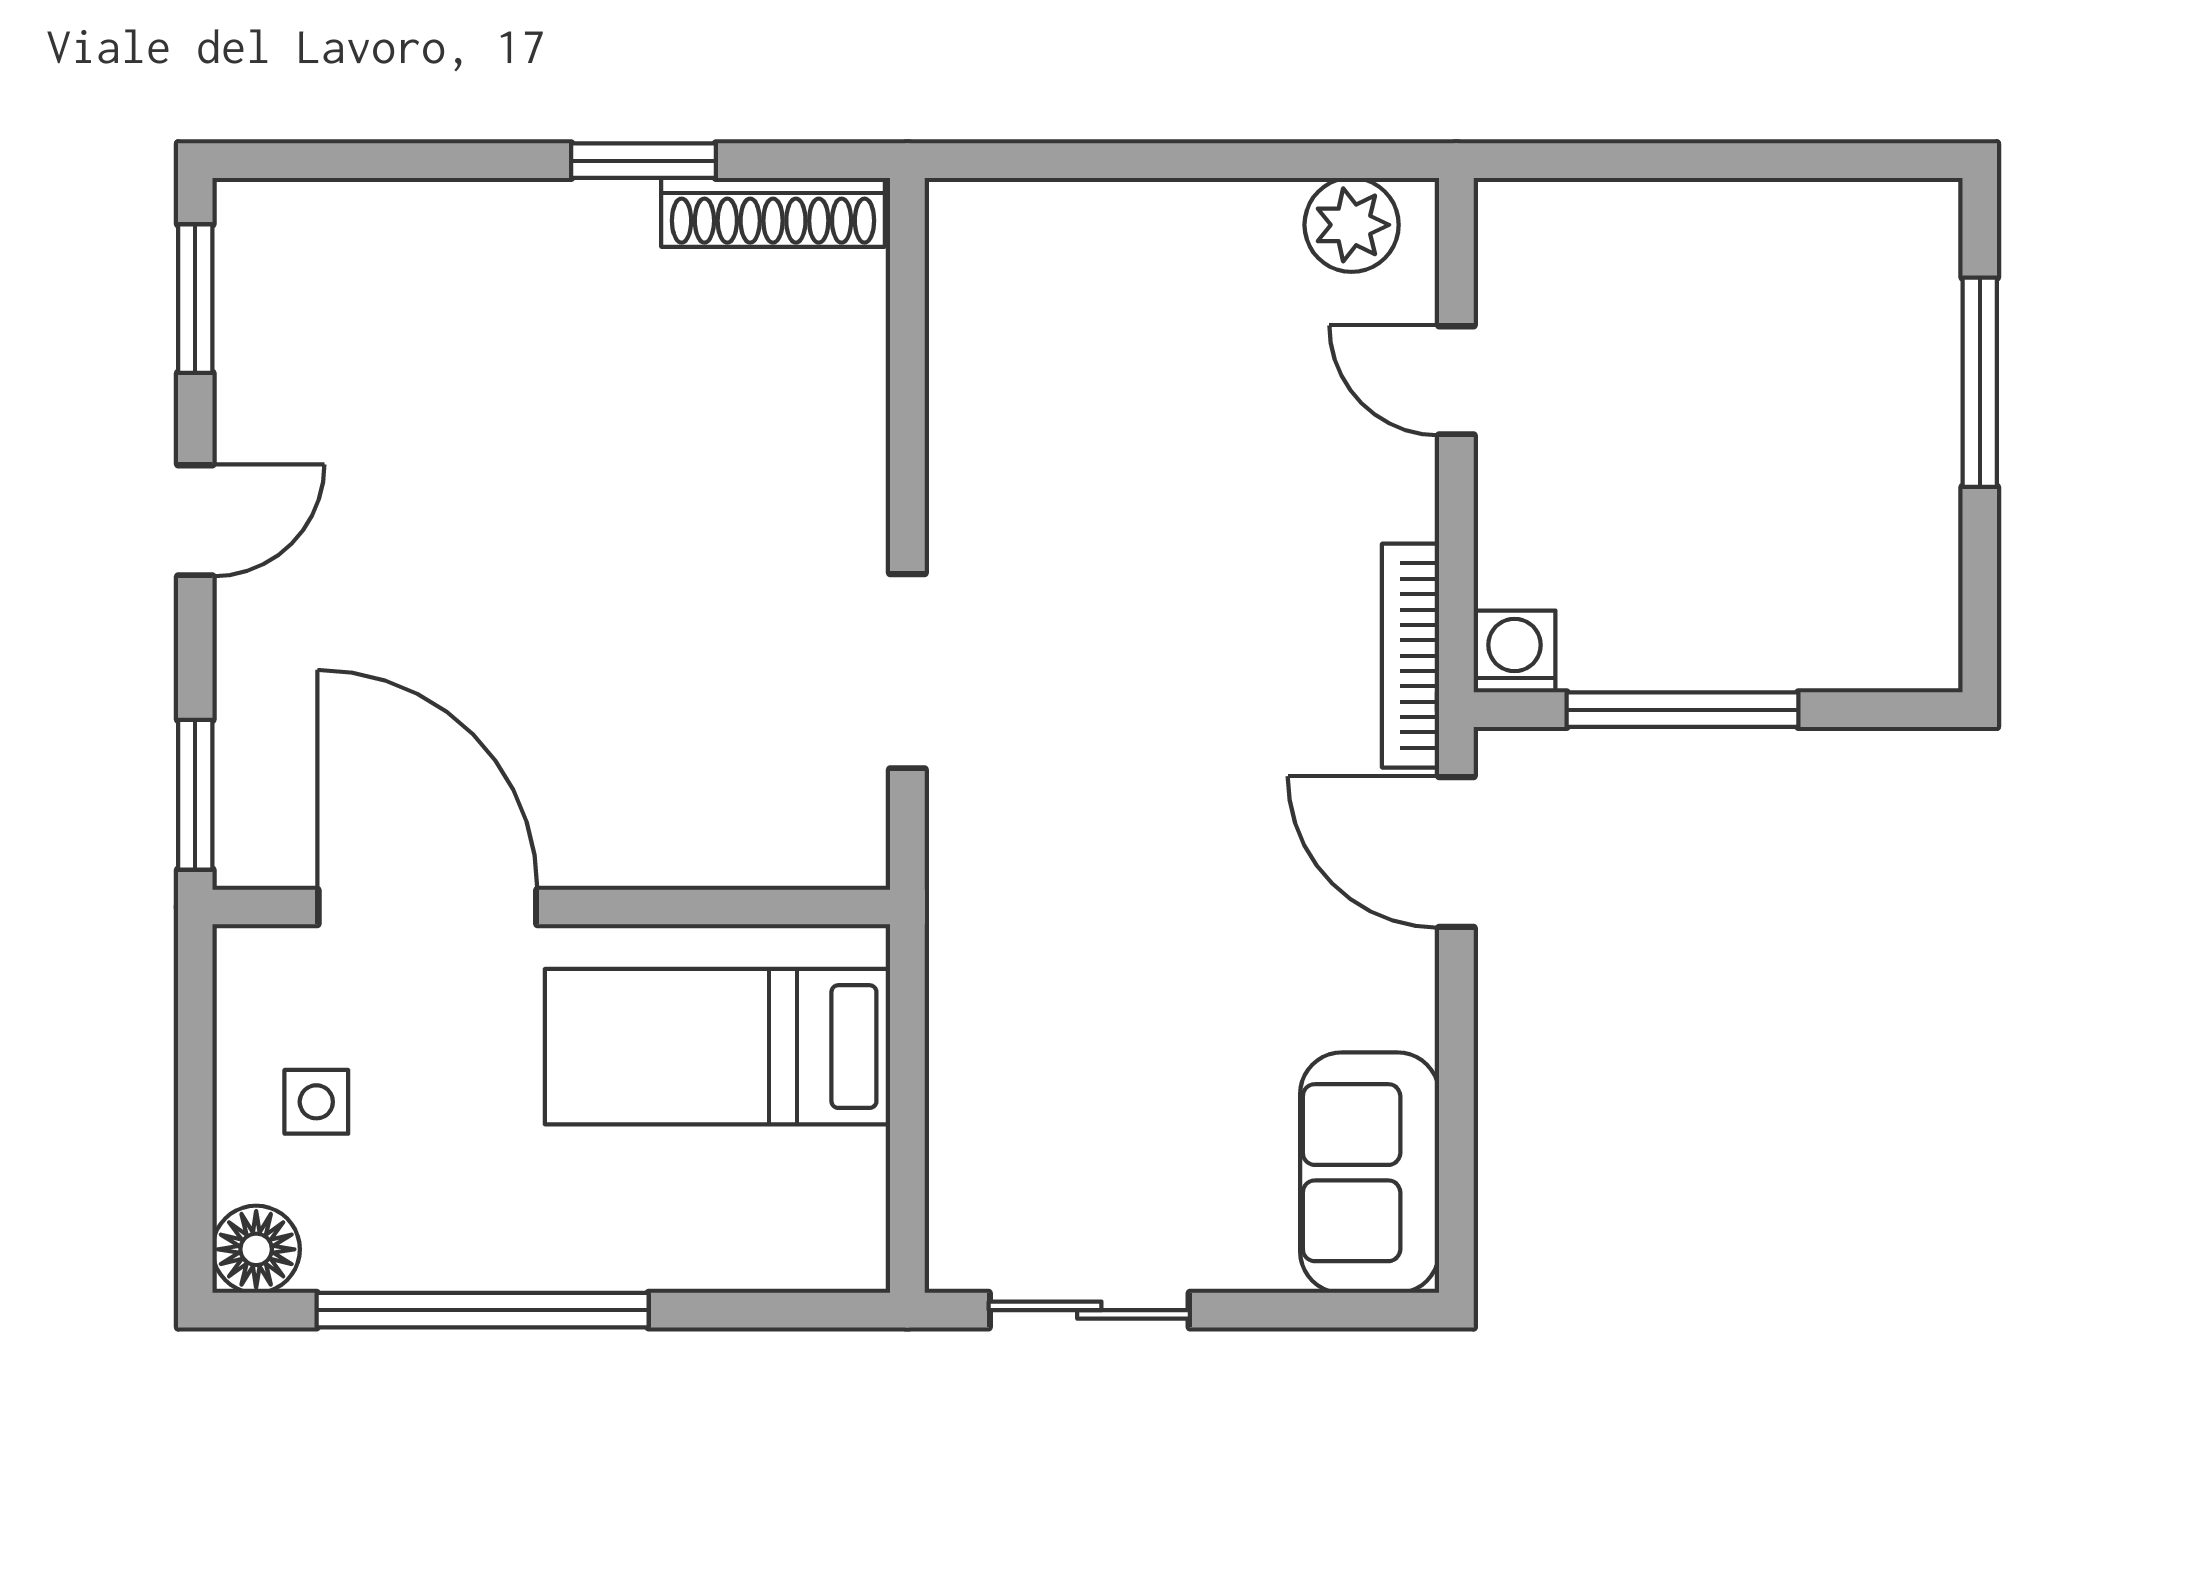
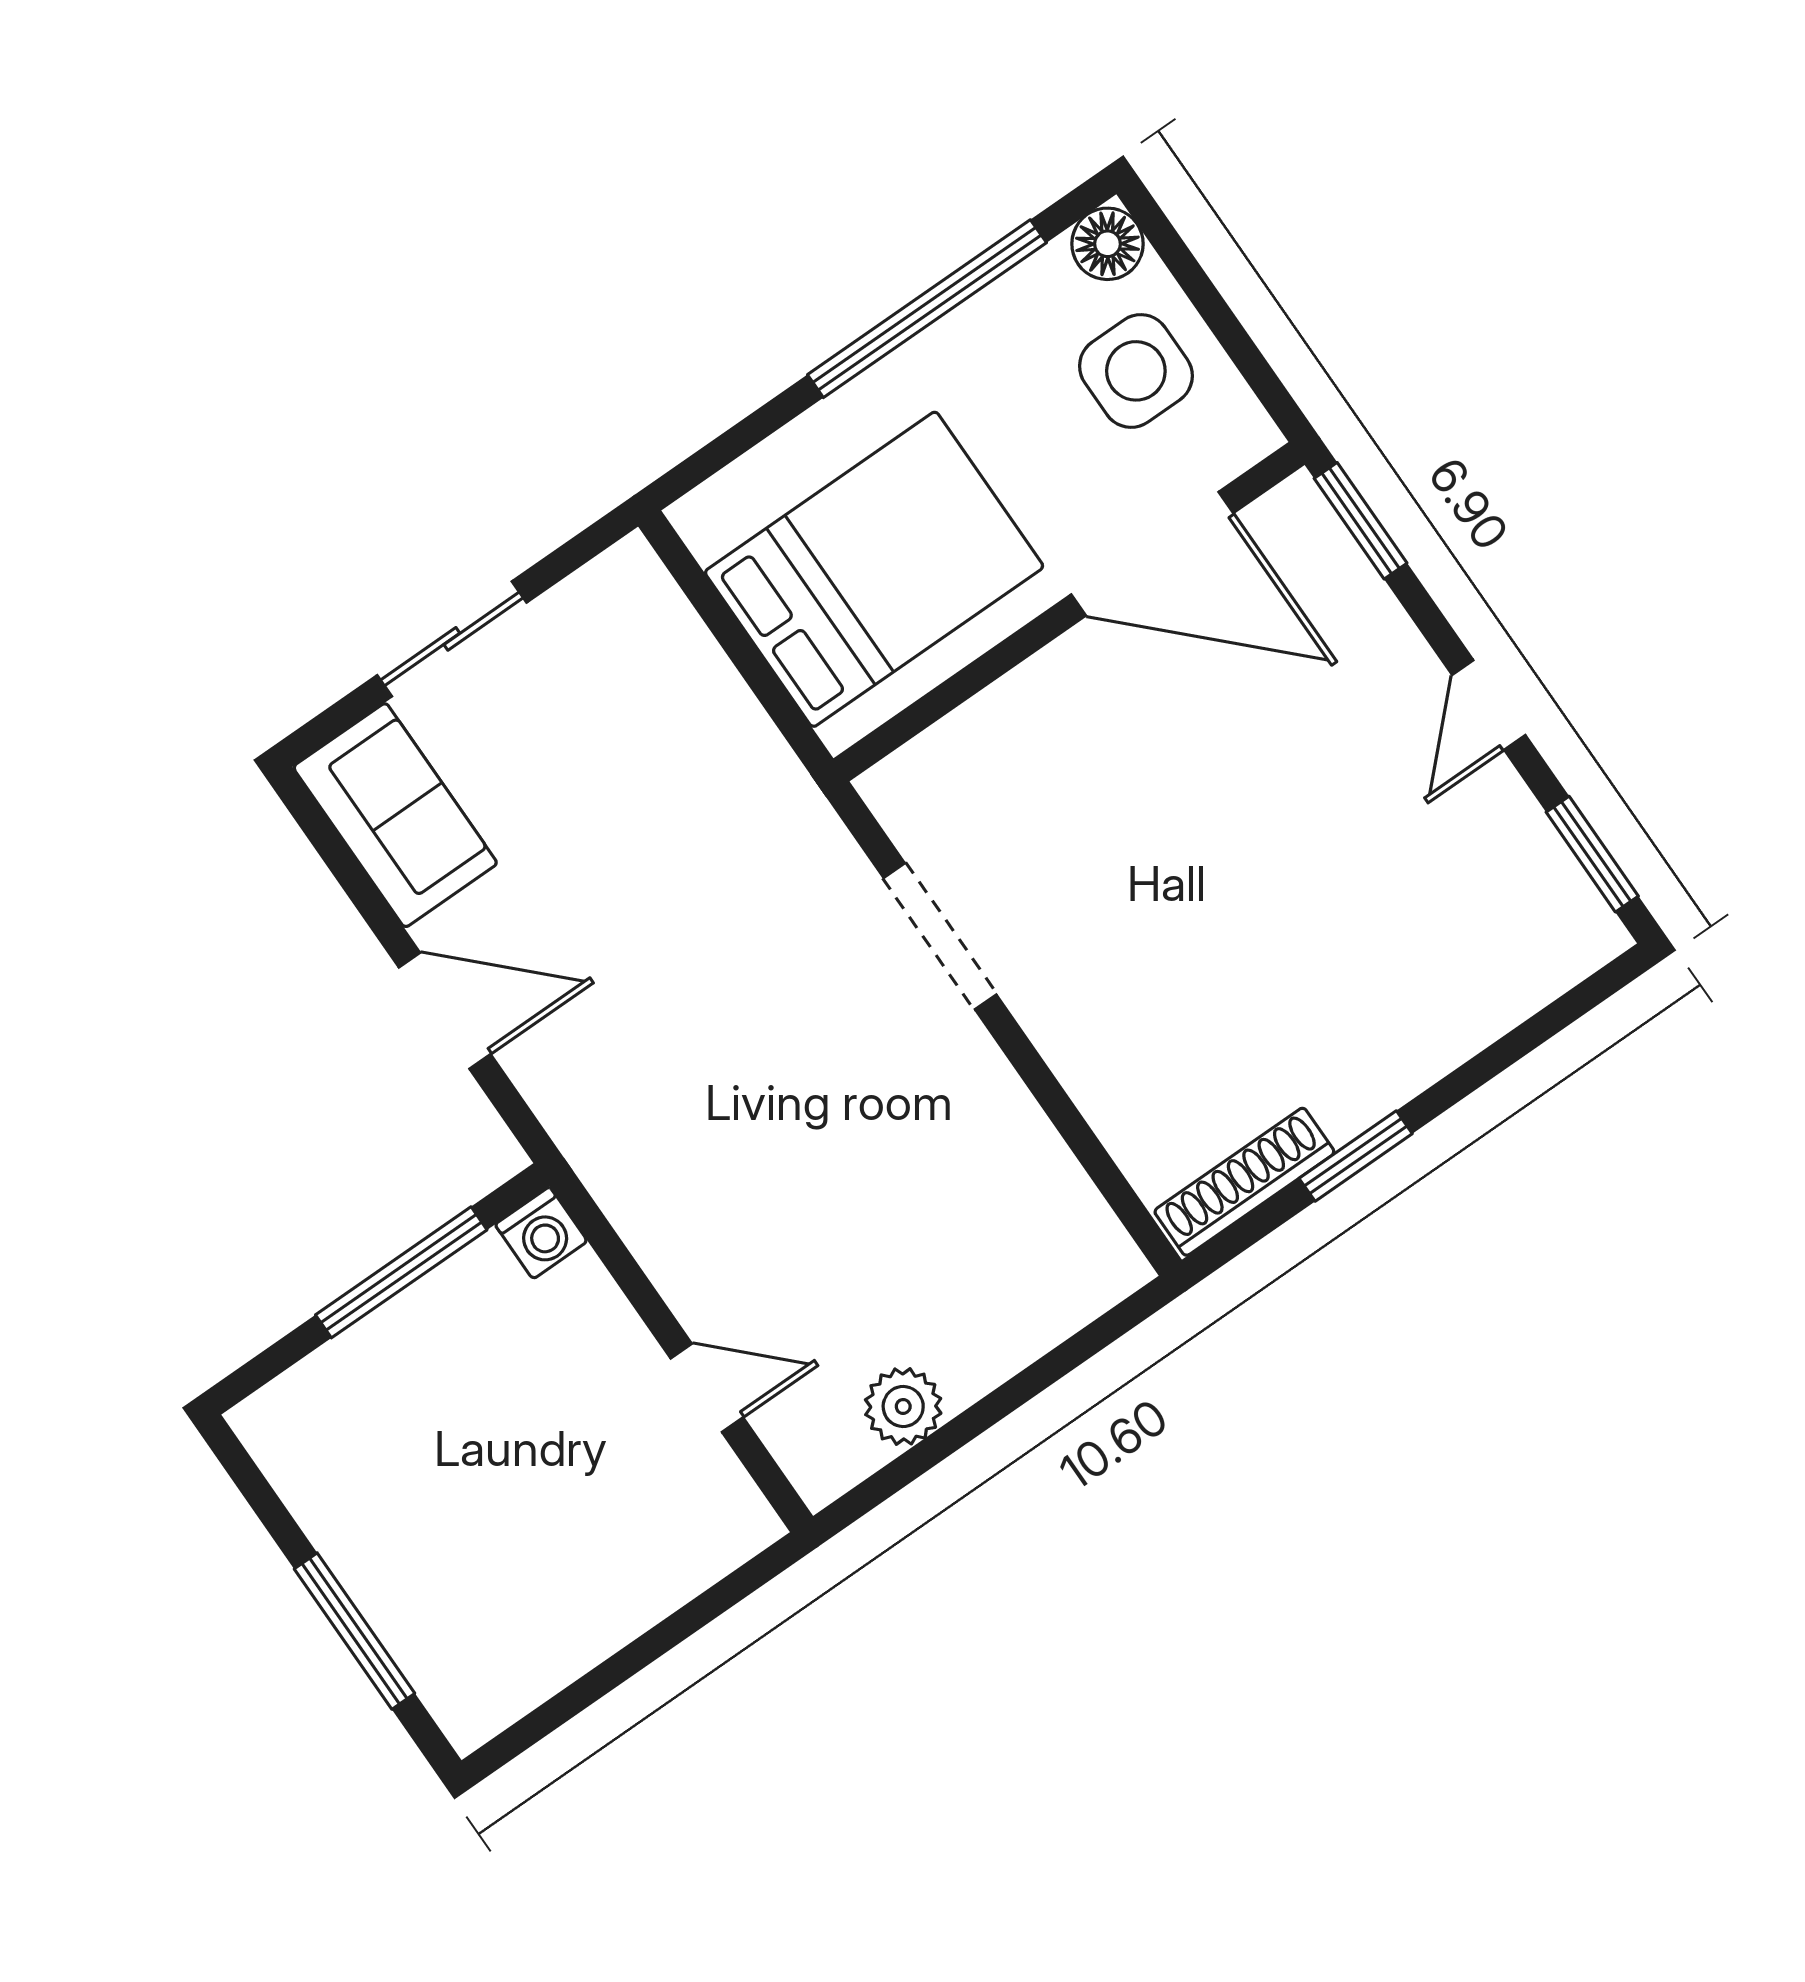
plant: (1352, 225) -> (903, 1406), moved
bookcase: (1411, 656) -> (609, 1182), removed
door: (1456, 852) -> (445, 1011), moved
bed: (718, 1047) -> (874, 569), width x1.50
side table: (316, 1102) -> (1136, 371), width x1.87, depth x1.87
sliding door: (1089, 1310) -> (452, 639), moved

